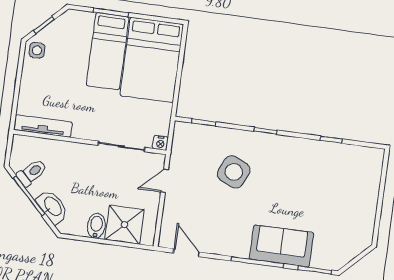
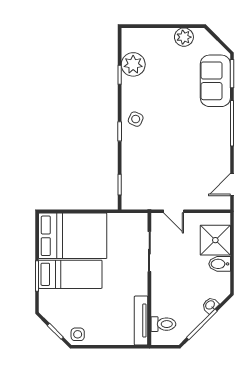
nightstand: (160, 143) -> (142, 219), removed
plant: (341, 157) -> (133, 64), added
side table: (234, 172) -> (136, 119), moved, width x0.54, depth x0.54
toilet: (32, 173) -> (163, 324), moved, turned 135
washbasin: (52, 207) -> (210, 305), width x0.52, depth x0.69
plant: (365, 220) -> (184, 37), added
sofa: (282, 246) -> (215, 81), moved

